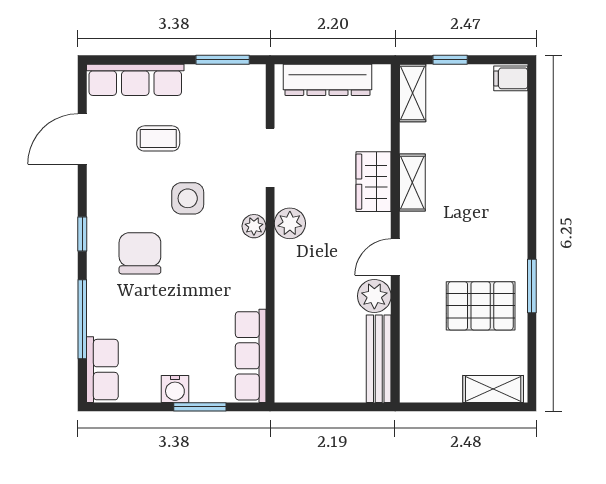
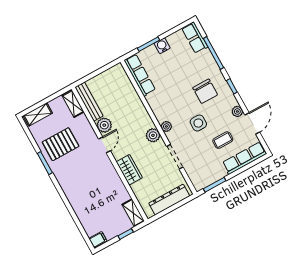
plant: (99, 179) -> (237, 111), added
shelving: (412, 183) -> (73, 104), moved

